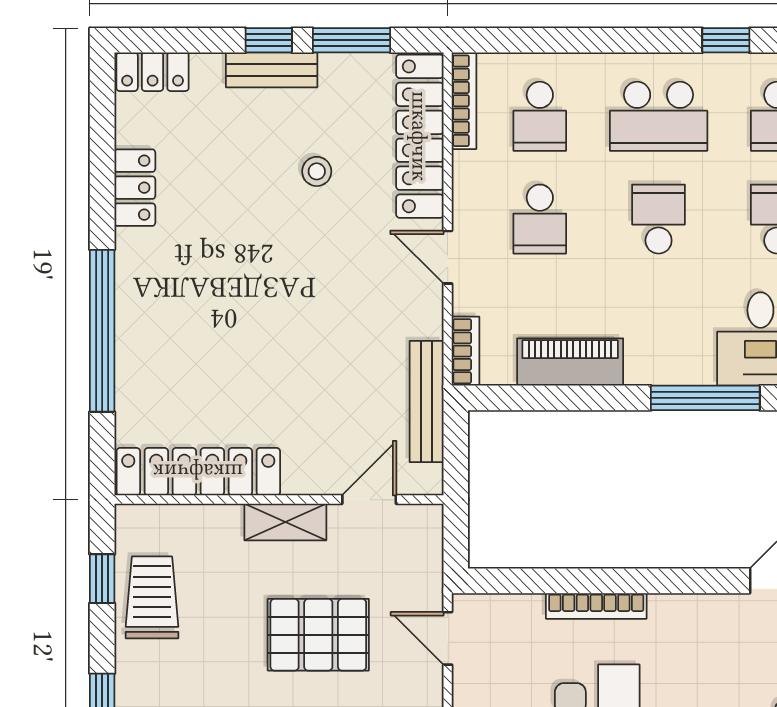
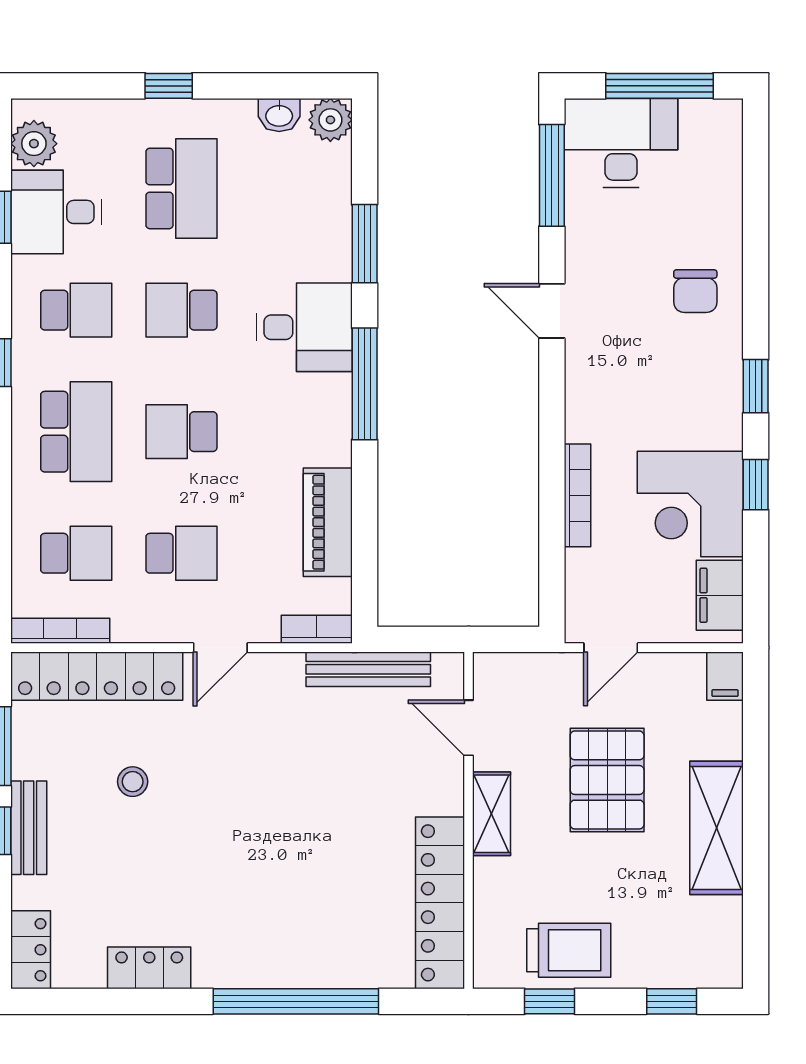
trolley: (152, 597) -> (569, 950), turned 180

